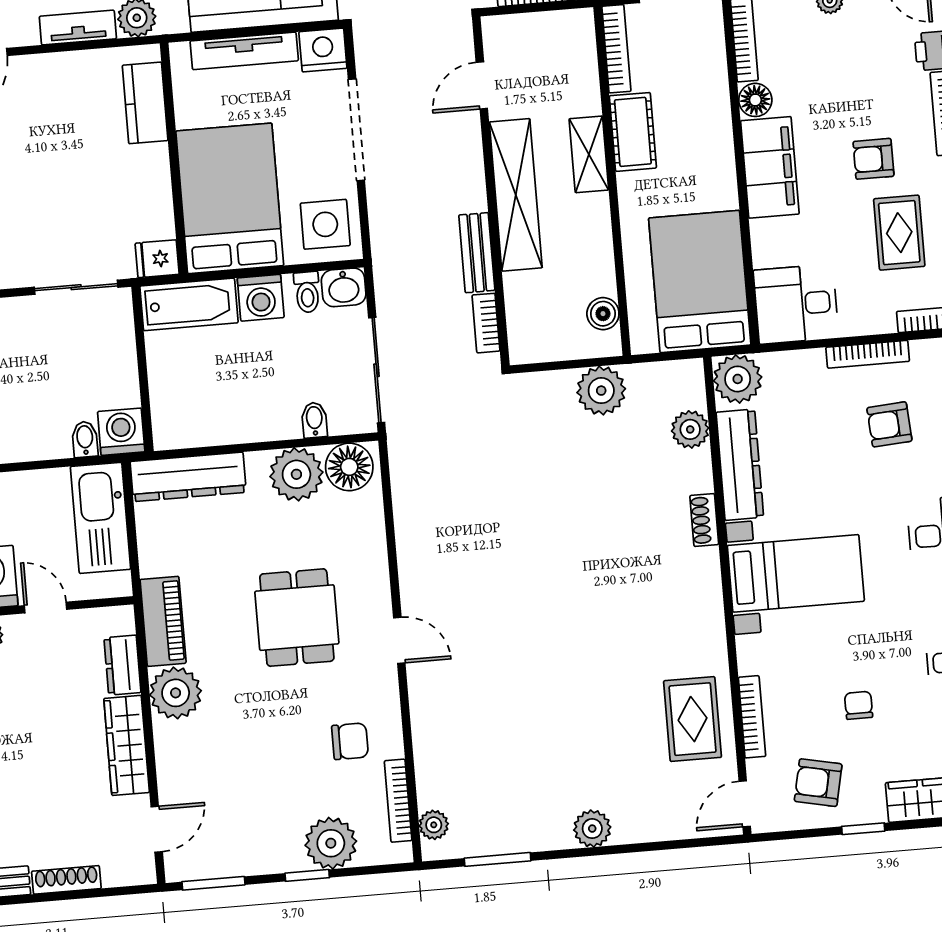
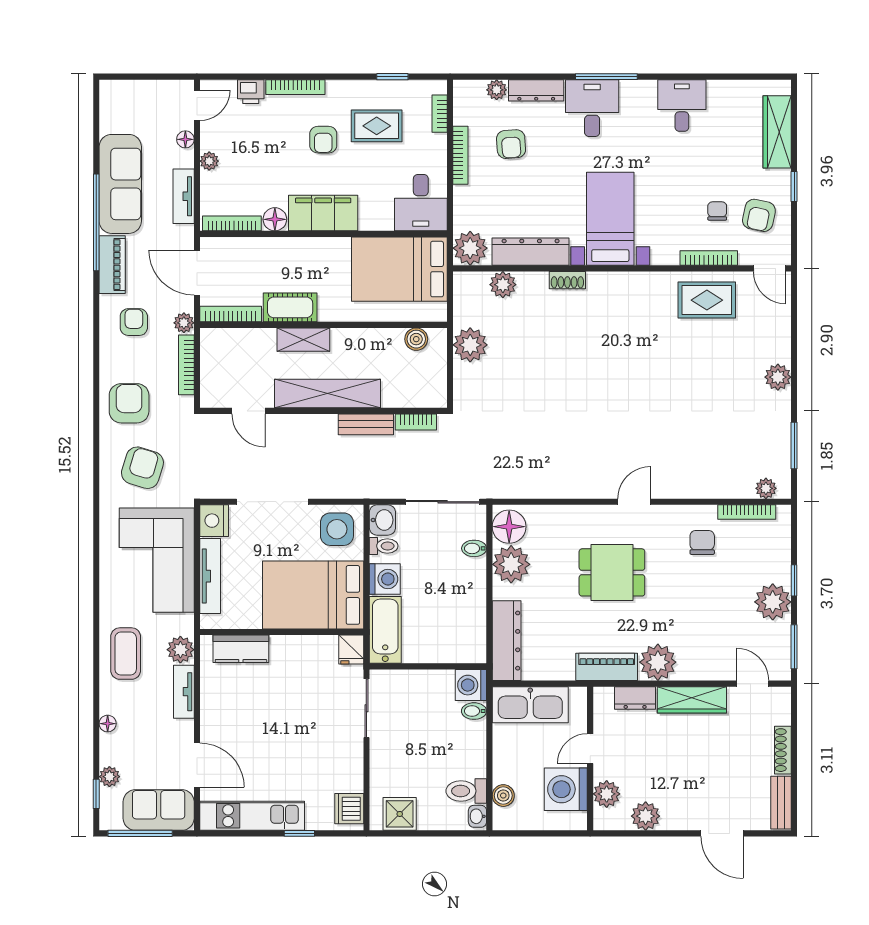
chair: (859, 705) -> (717, 211), moved, turned 90
plant: (331, 843) -> (773, 602), moved

